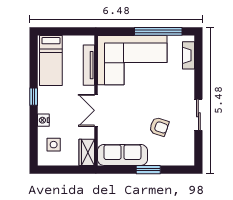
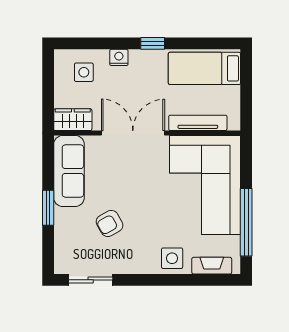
side table: (183, 83) -> (172, 258), added
double door: (96, 110) -> (133, 133), width x1.37
sliding door: (198, 115) -> (91, 280), moved
armchair: (159, 127) -> (110, 223), turned 42

